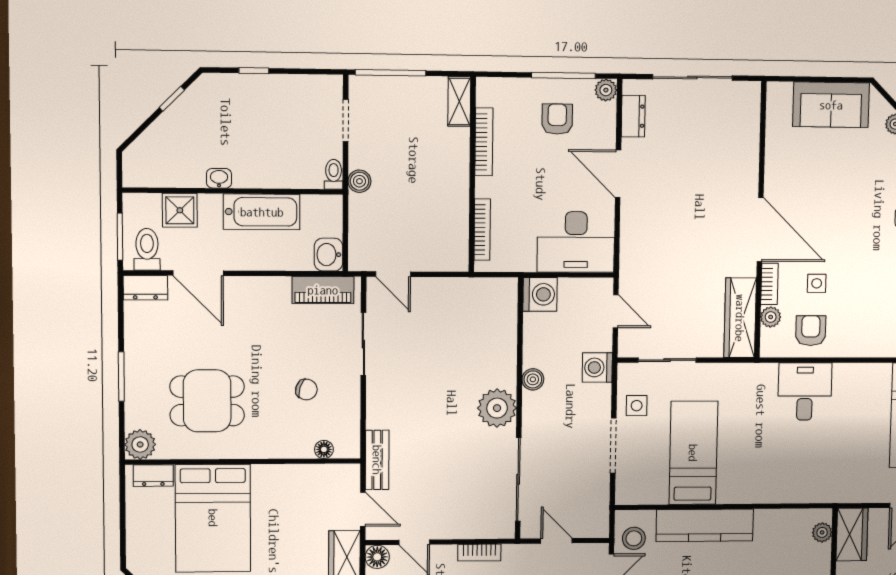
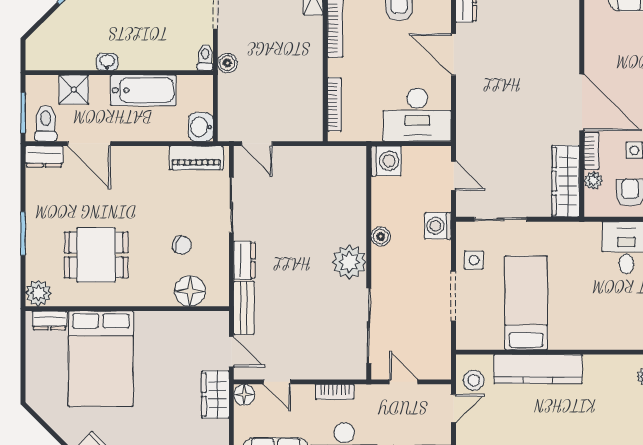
dresser: (378, 407) -> (244, 260), added
floor lamp: (324, 449) -> (190, 291), width x1.89, depth x1.89

